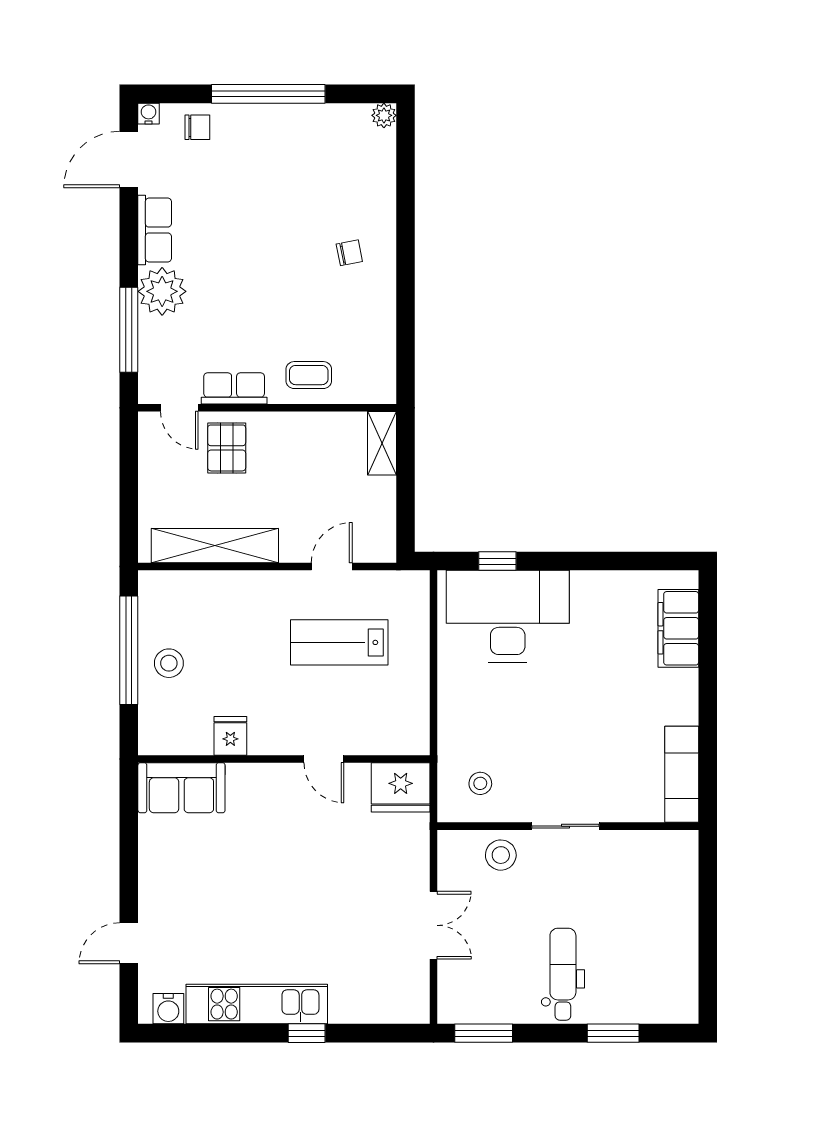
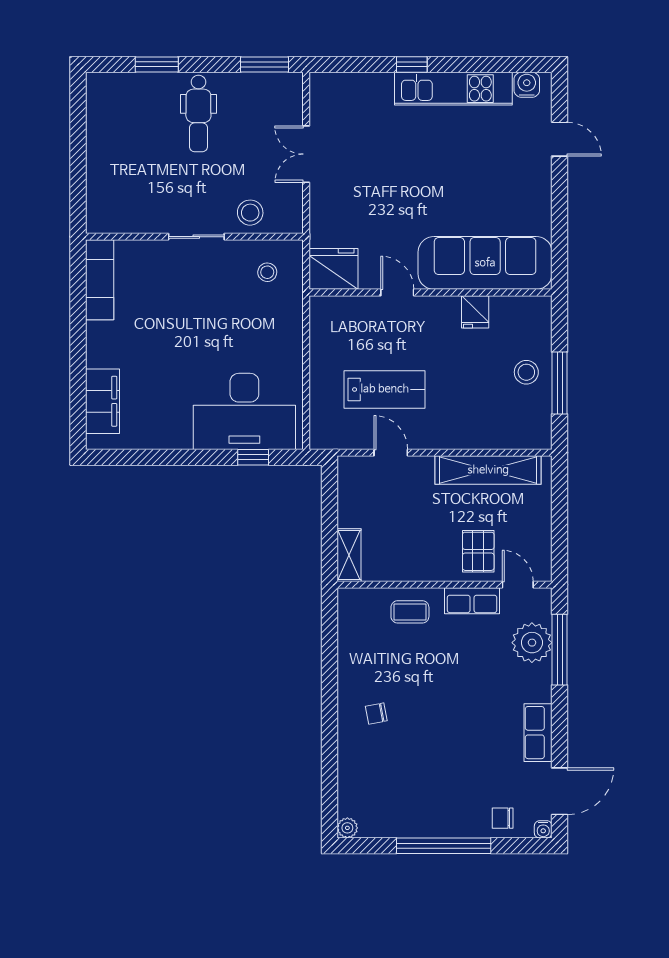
plant: (162, 291) -> (532, 643), moved
door: (332, 567) -> (391, 453), swing flipped
window: (129, 650) -> (560, 383), width x0.68
sofa: (181, 788) -> (485, 263), width x1.85, depth x1.27
door: (129, 943) -> (560, 139), hinge flipped

